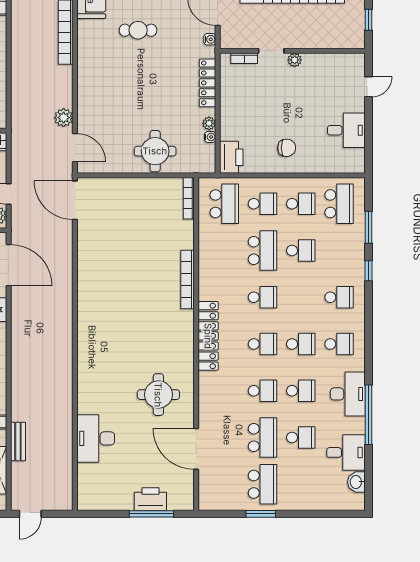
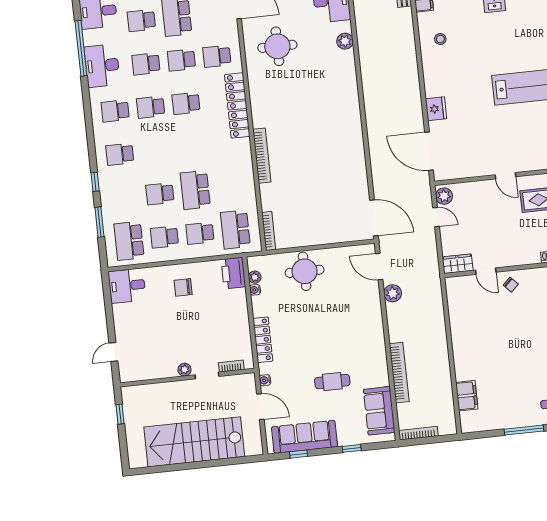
plant: (209, 123) -> (255, 277), moved
desk: (346, 130) -> (127, 286), moved
school desk: (263, 297) -> (217, 56), moved
plant: (86, 392) -> (345, 41), added

